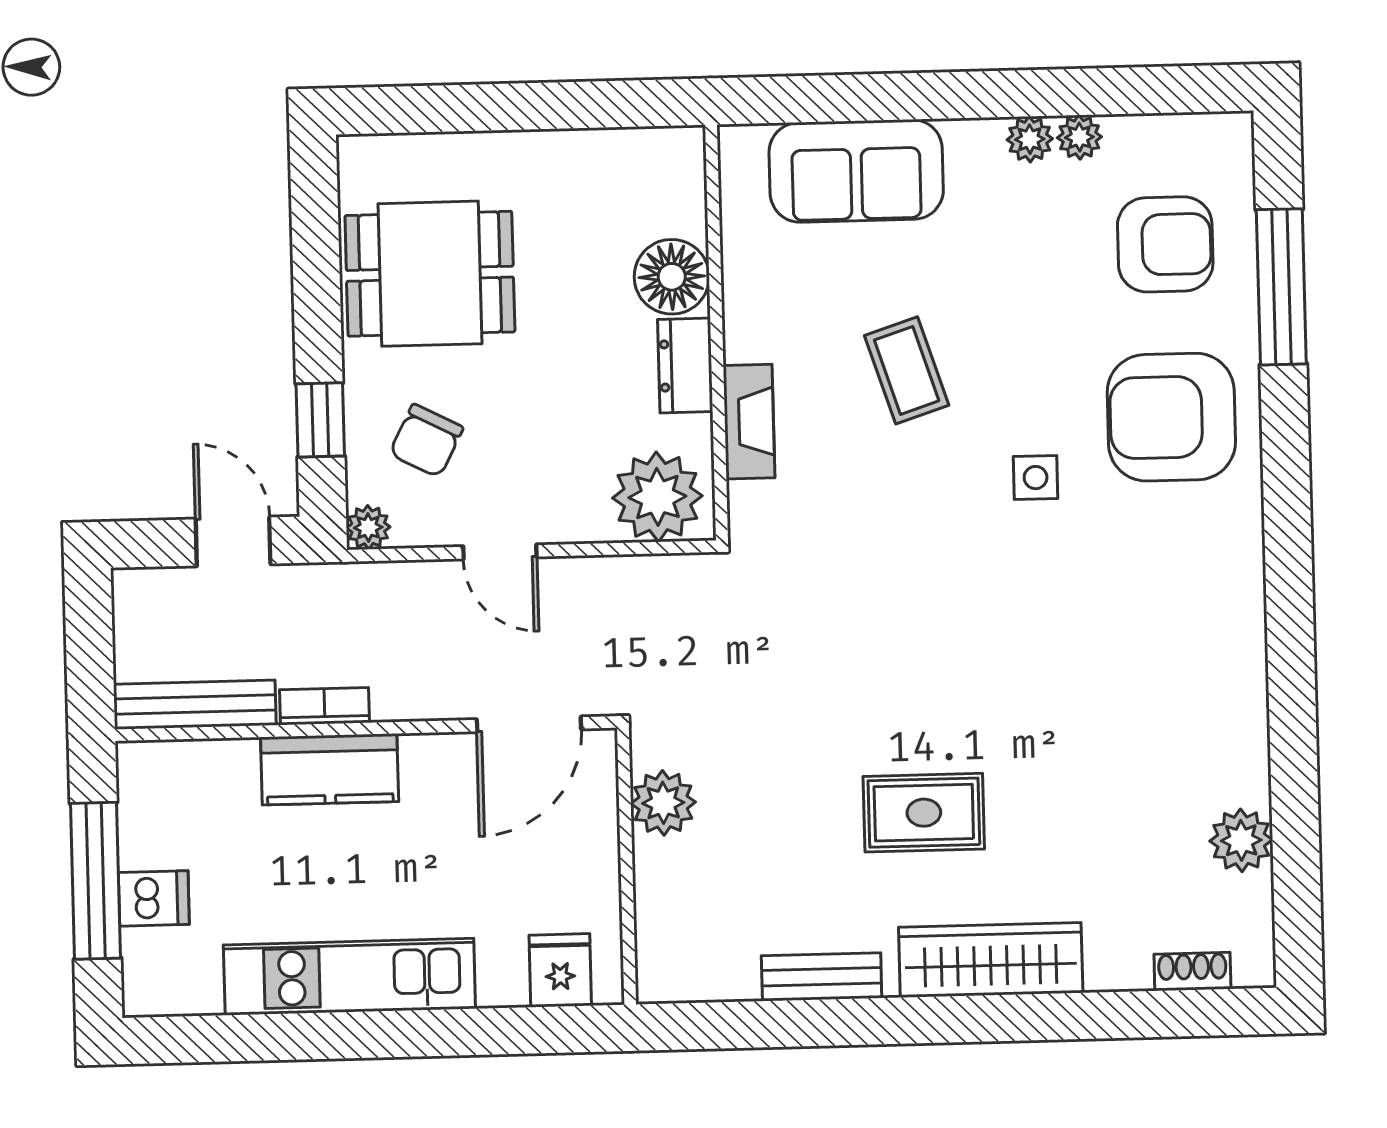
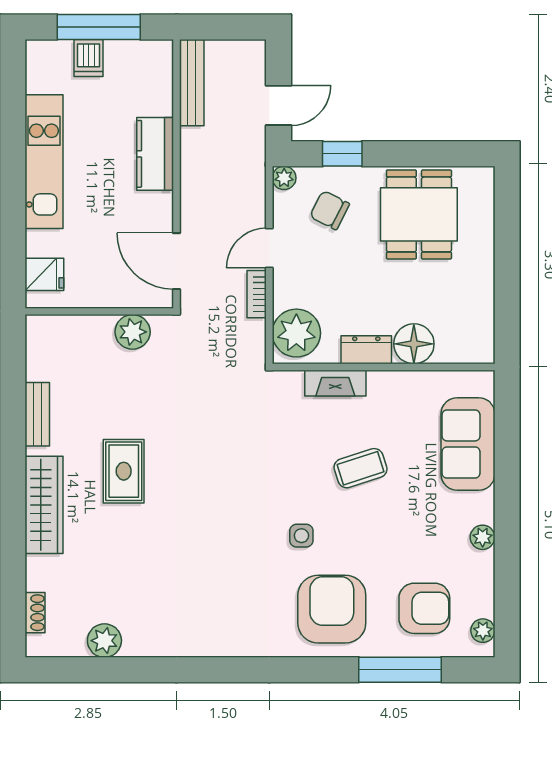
plant: (1079, 137) -> (483, 631), moved
armchair: (1165, 244) -> (424, 608), turned -90
bookcase: (325, 706) -> (257, 294), moved, turned 180

